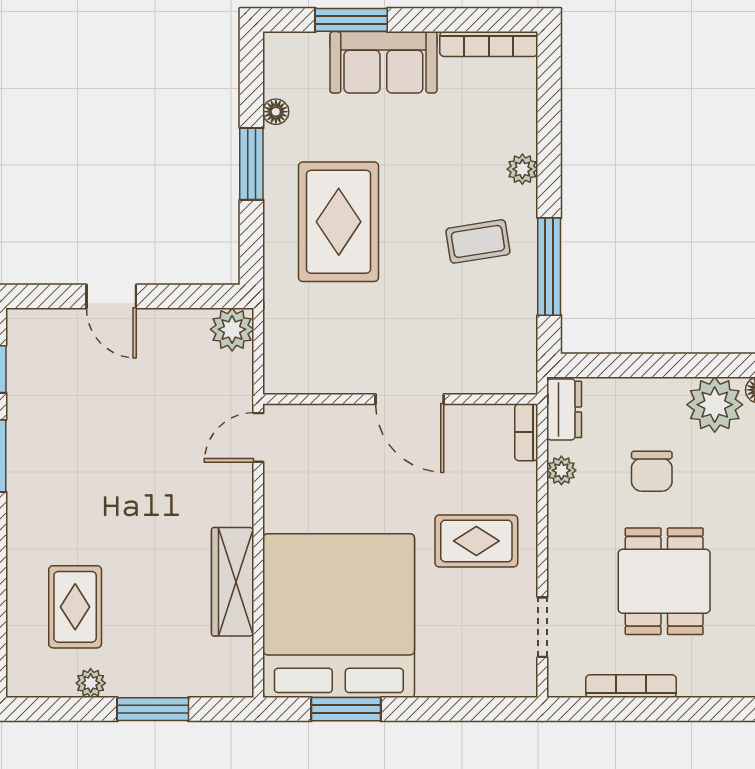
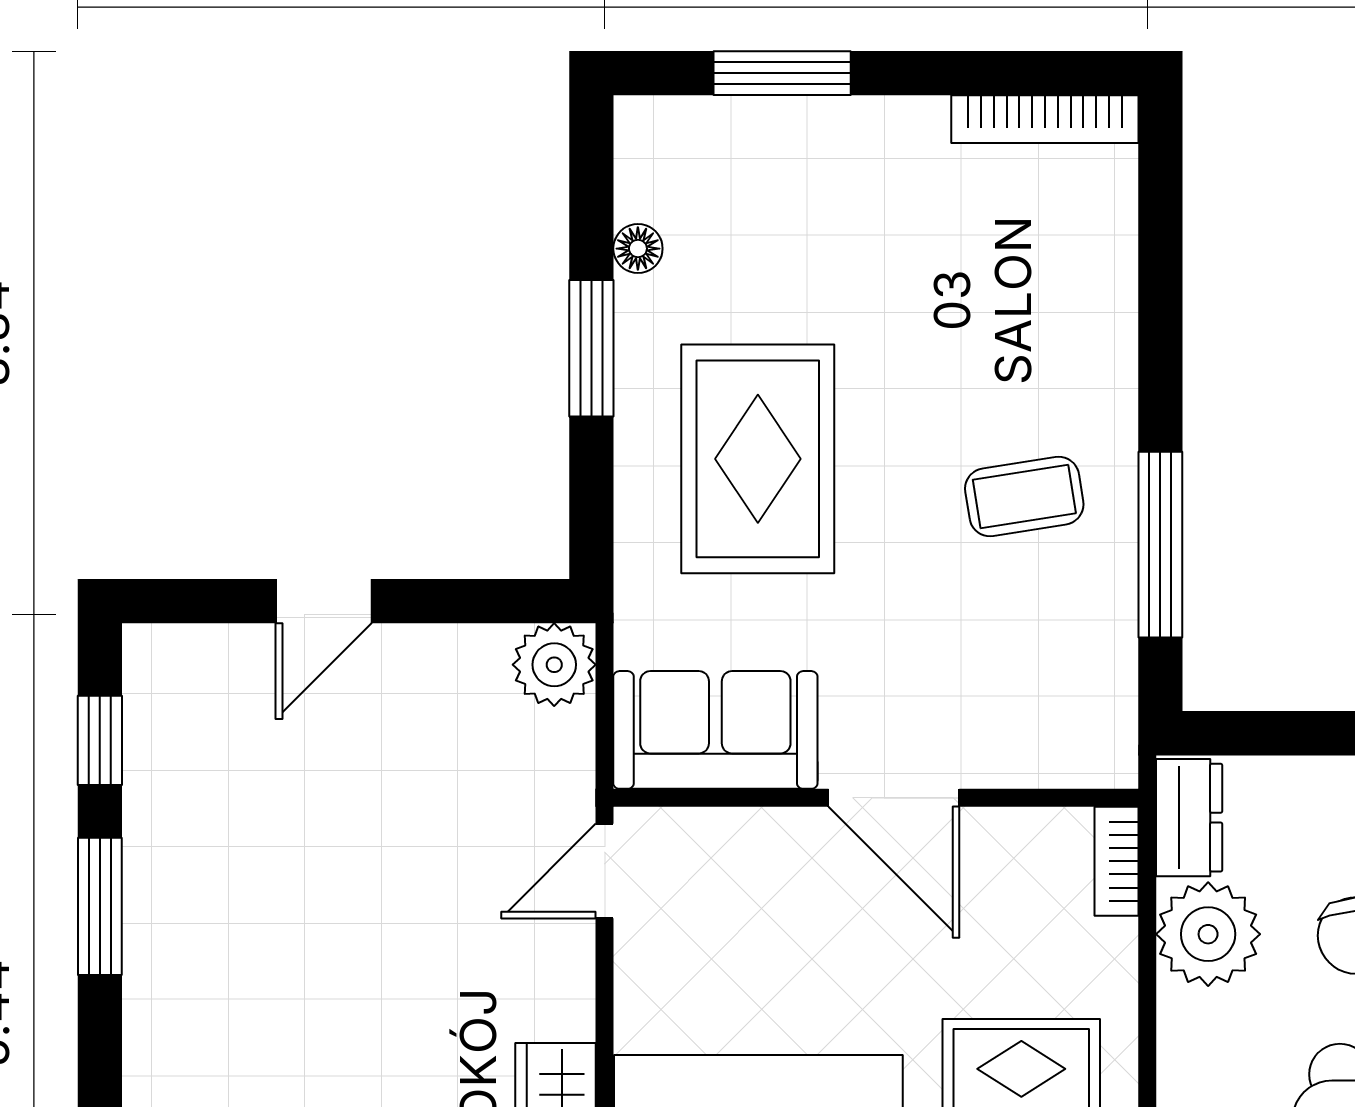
sofa: (383, 62) -> (715, 730), moved, turned 180
plant: (522, 169) -> (1109, 358), removed
door: (111, 296) -> (324, 601), hinge flipped
plant: (561, 470) -> (1208, 934), width x1.88, depth x1.88

